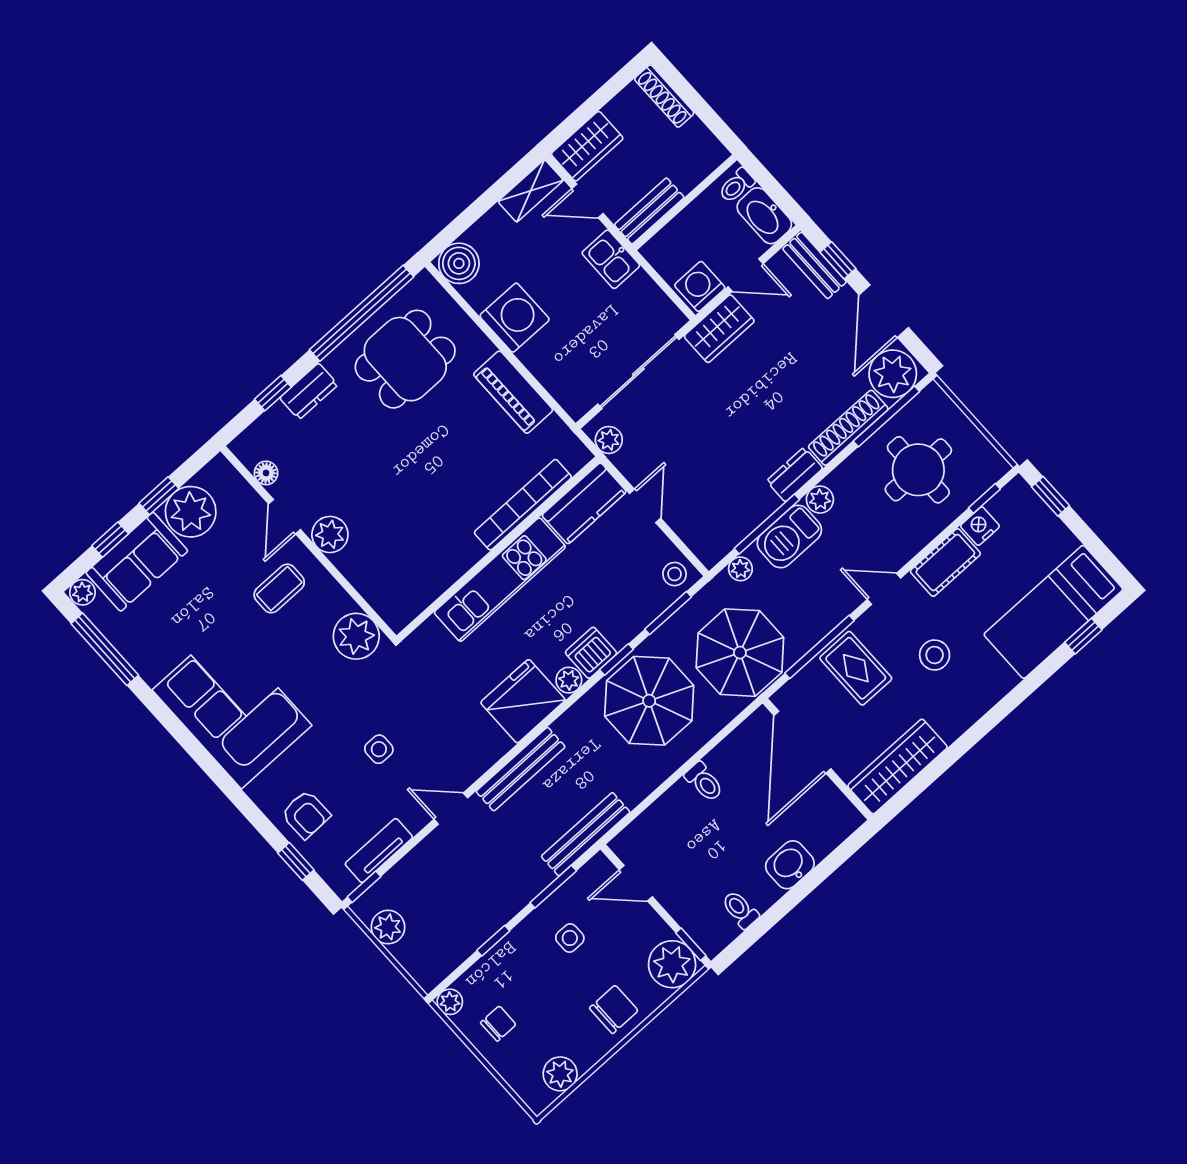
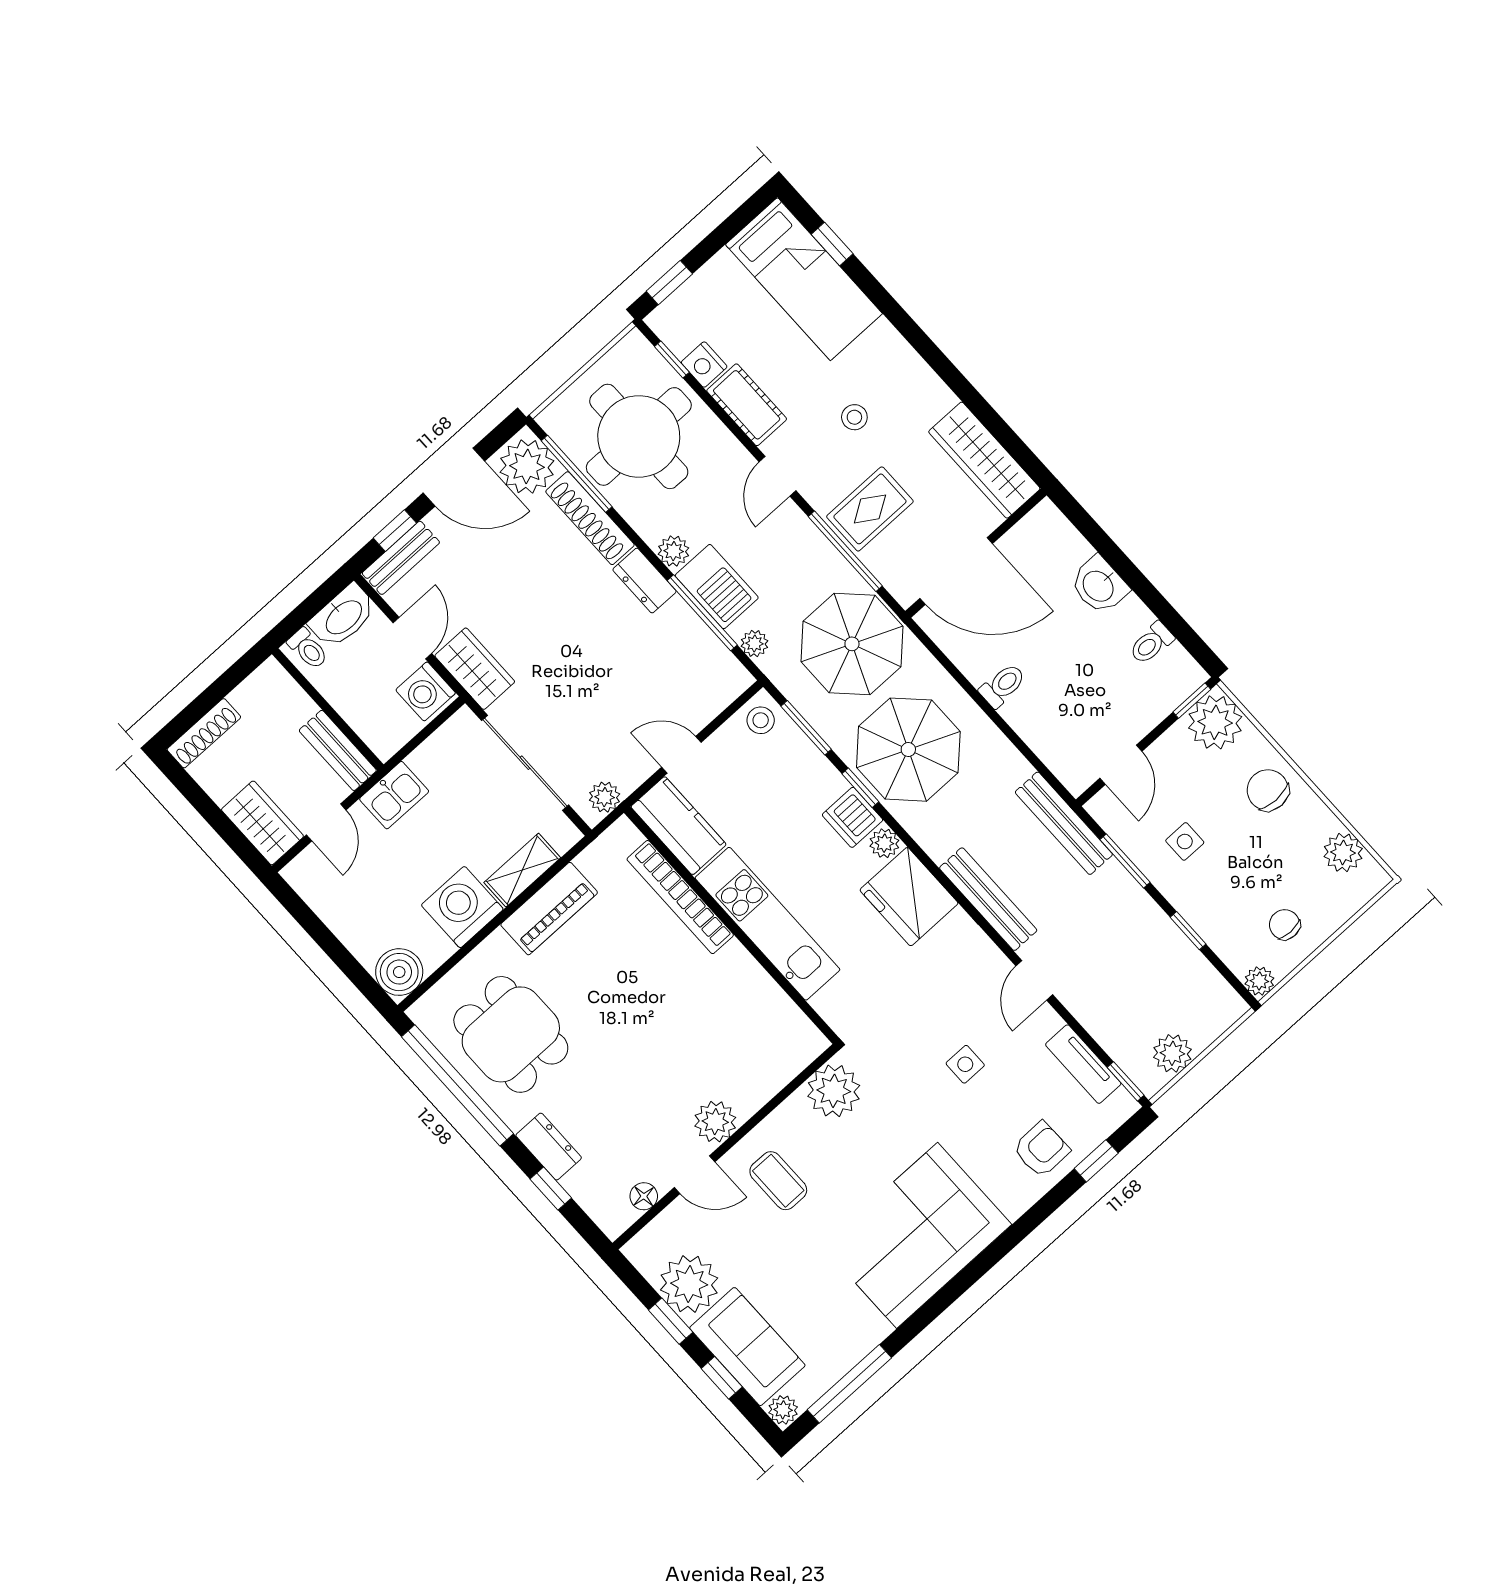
shelving: (531, 191) -> (522, 870), moved, turned 90
round table: (918, 470) -> (639, 436), width x1.36, depth x1.36
stool: (935, 655) -> (854, 417), width x0.73, depth x0.73

